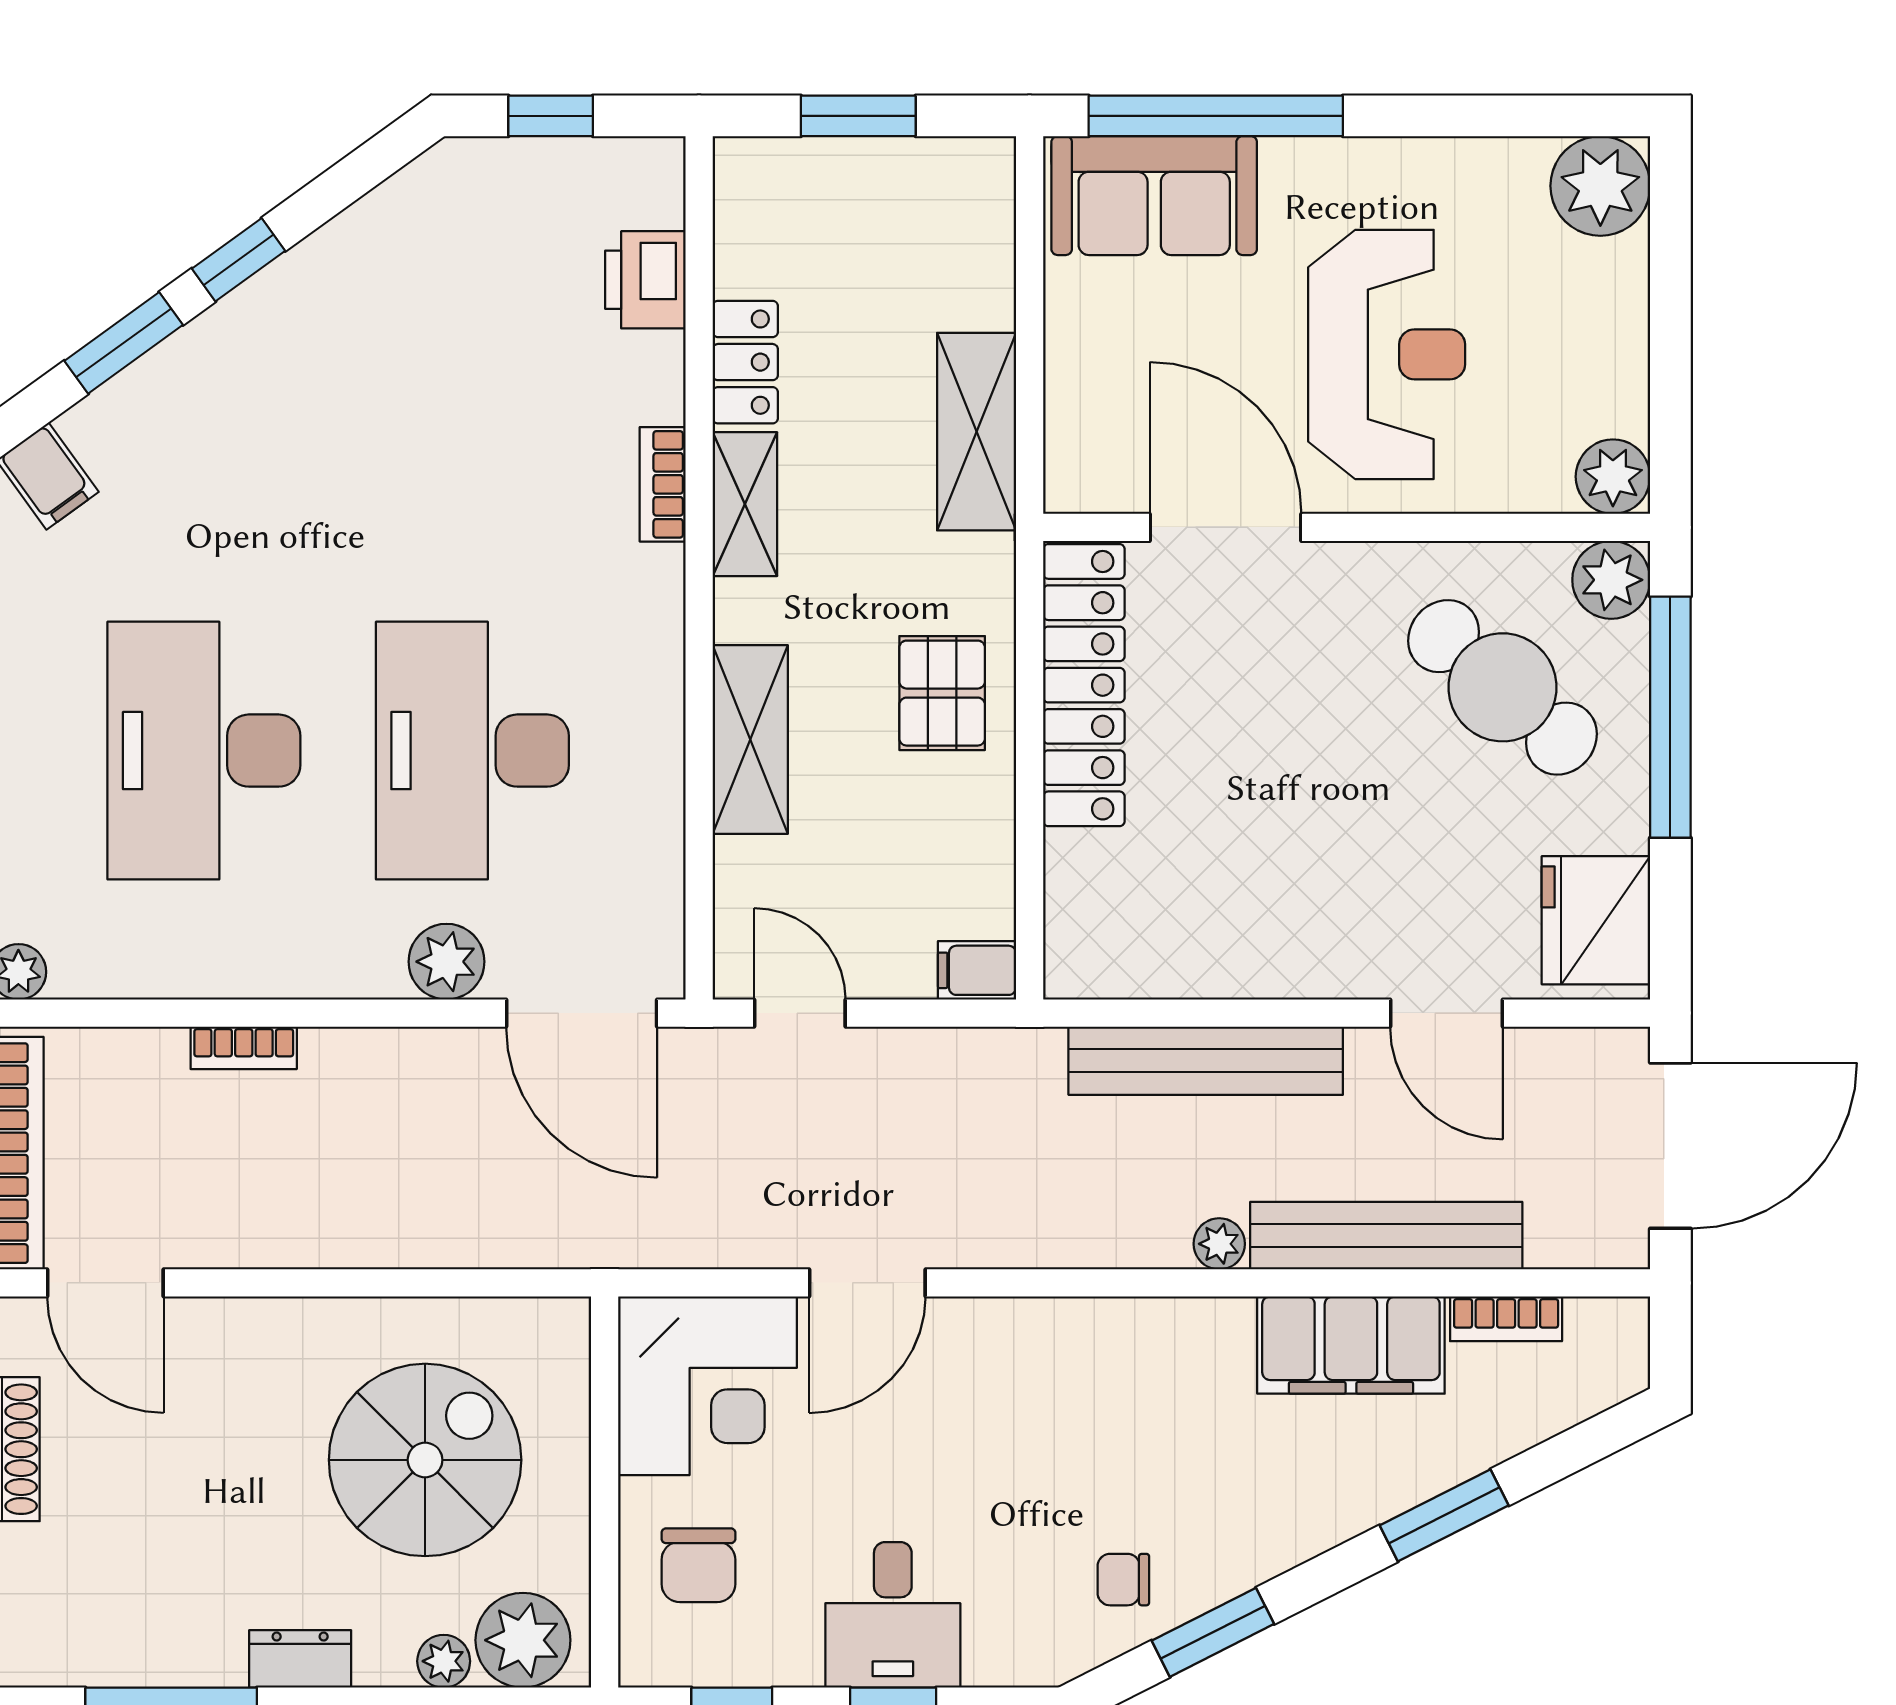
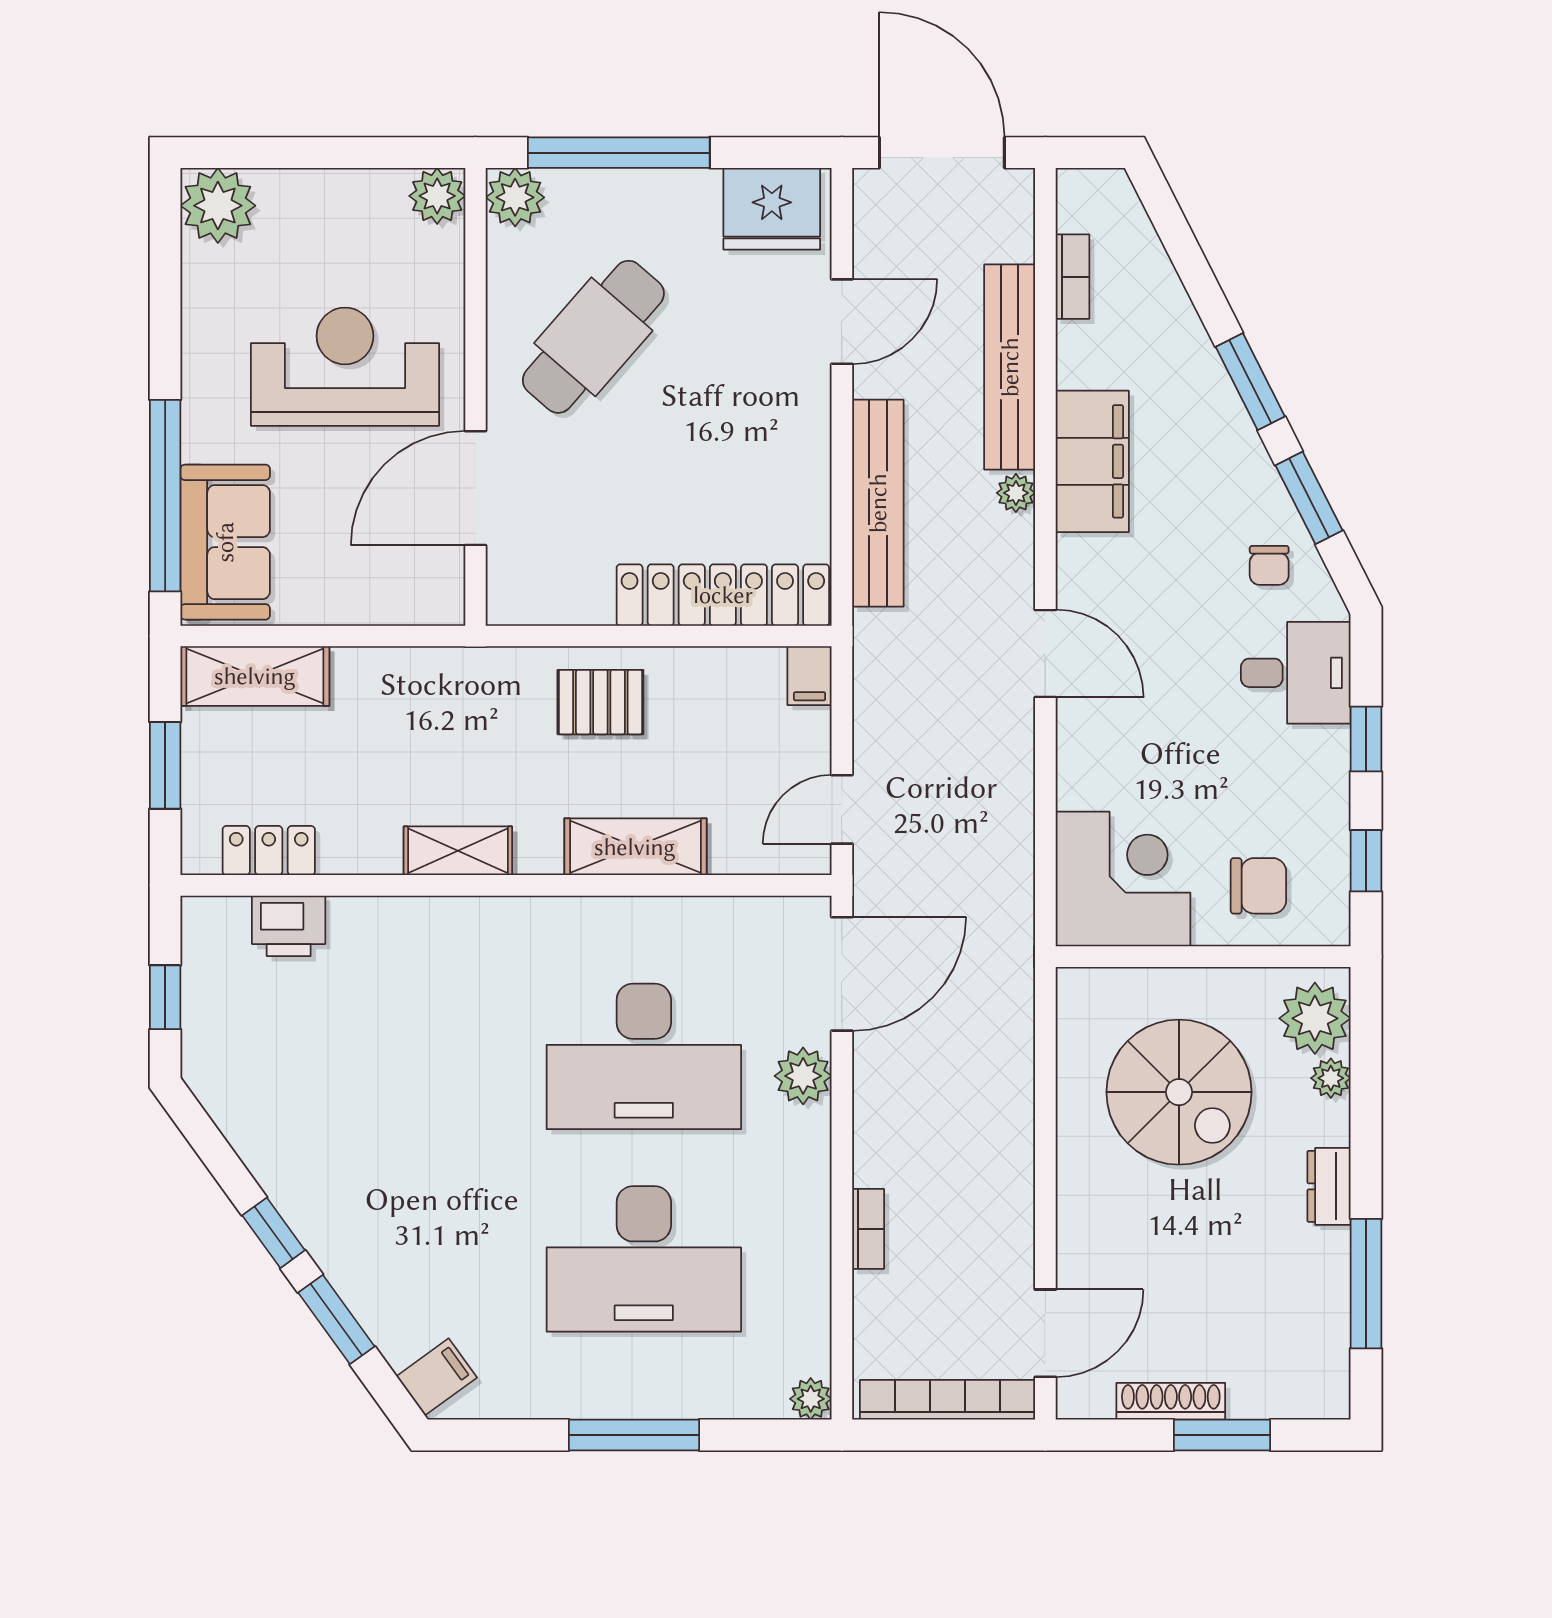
locker: (745, 362) -> (269, 851), moved
shelving: (977, 432) -> (255, 676), moved
bookcase: (663, 484) -> (443, 913), removed
locker: (1084, 685) -> (723, 595), moved
cafe table: (1503, 687) -> (593, 337), moved
door: (867, 1283) -> (1045, 654), moved
filing cabinet: (1351, 1345) -> (1092, 461), moved
spiral stairs: (425, 1460) -> (1179, 1092), turned 180
window: (1444, 1515) -> (1250, 382), moved
desk: (893, 1615) -> (1296, 673), moved

